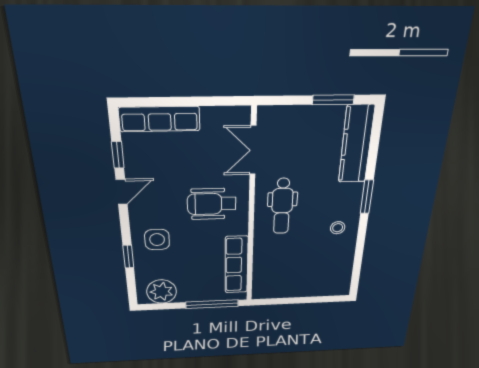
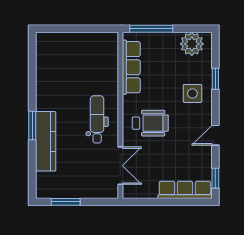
kitchen counter: (356, 144) -> (46, 141), moved
window: (118, 155) -> (215, 178), moved
stool: (338, 228) -> (52, 99), removed

